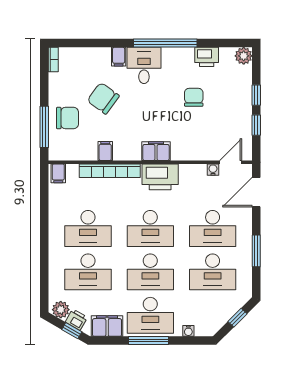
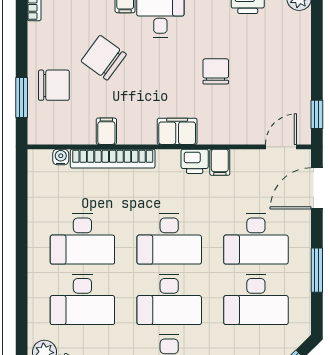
window: (256, 95) -> (317, 53), removed
chair: (194, 97) -> (216, 71), moved
window: (256, 125) -> (317, 114), moved
window: (44, 127) -> (22, 97), width x0.69
water cooler: (213, 170) -> (61, 157), moved
filing cabinet: (58, 173) -> (220, 162), moved
printer: (160, 177) -> (195, 161), width x0.53, depth x0.68

